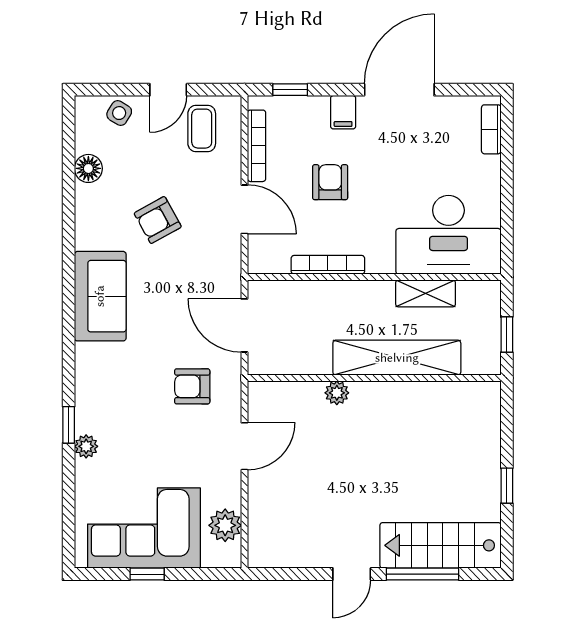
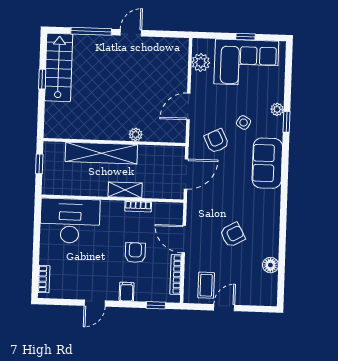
door: (399, 90) -> (95, 303), width x0.53
side table: (119, 113) -> (244, 122), moved
armchair: (330, 182) -> (135, 253), turned 180
bookcase: (328, 265) -> (138, 206), width x0.64
shelving: (426, 293) -> (125, 190), moved
sofa: (100, 296) -> (267, 163), moved
door: (244, 325) -> (186, 174), hinge flipped
armchair: (192, 386) -> (217, 141), turned -116
stairs: (440, 545) -> (59, 67), moved, turned -90

